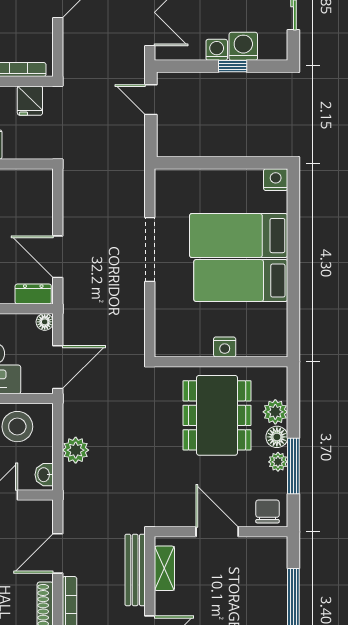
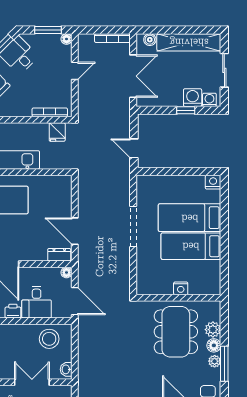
washing machine: (217, 50) -> (209, 100), moved
door: (151, 100) -> (134, 148), moved
door: (58, 367) -> (75, 301), hinge flipped
plant: (76, 450) -> (86, 354), removed

